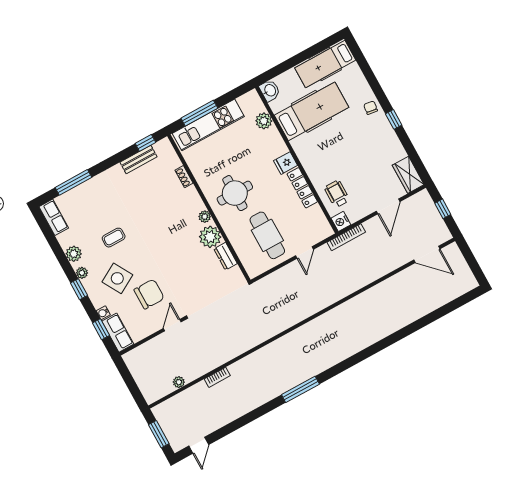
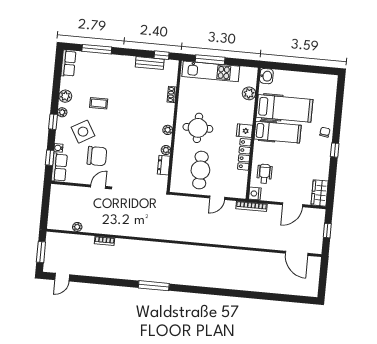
hospital bed: (325, 64) -> (278, 132), moved, turned 180
plant: (210, 237) -> (166, 150), width x0.53, depth x0.53

